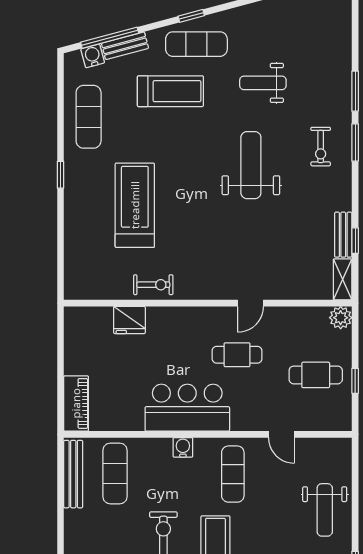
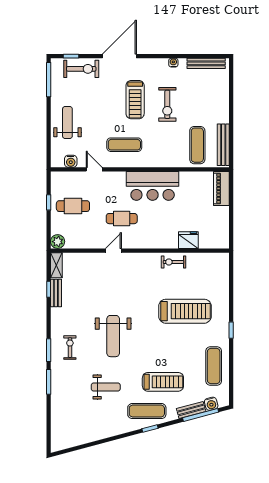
treadmill: (170, 91) -> (163, 382), turned 180
treadmill: (135, 205) -> (185, 311), turned -90
water cooler: (183, 447) -> (71, 161), moved
exercise mat: (233, 474) -> (124, 145), turned 90

